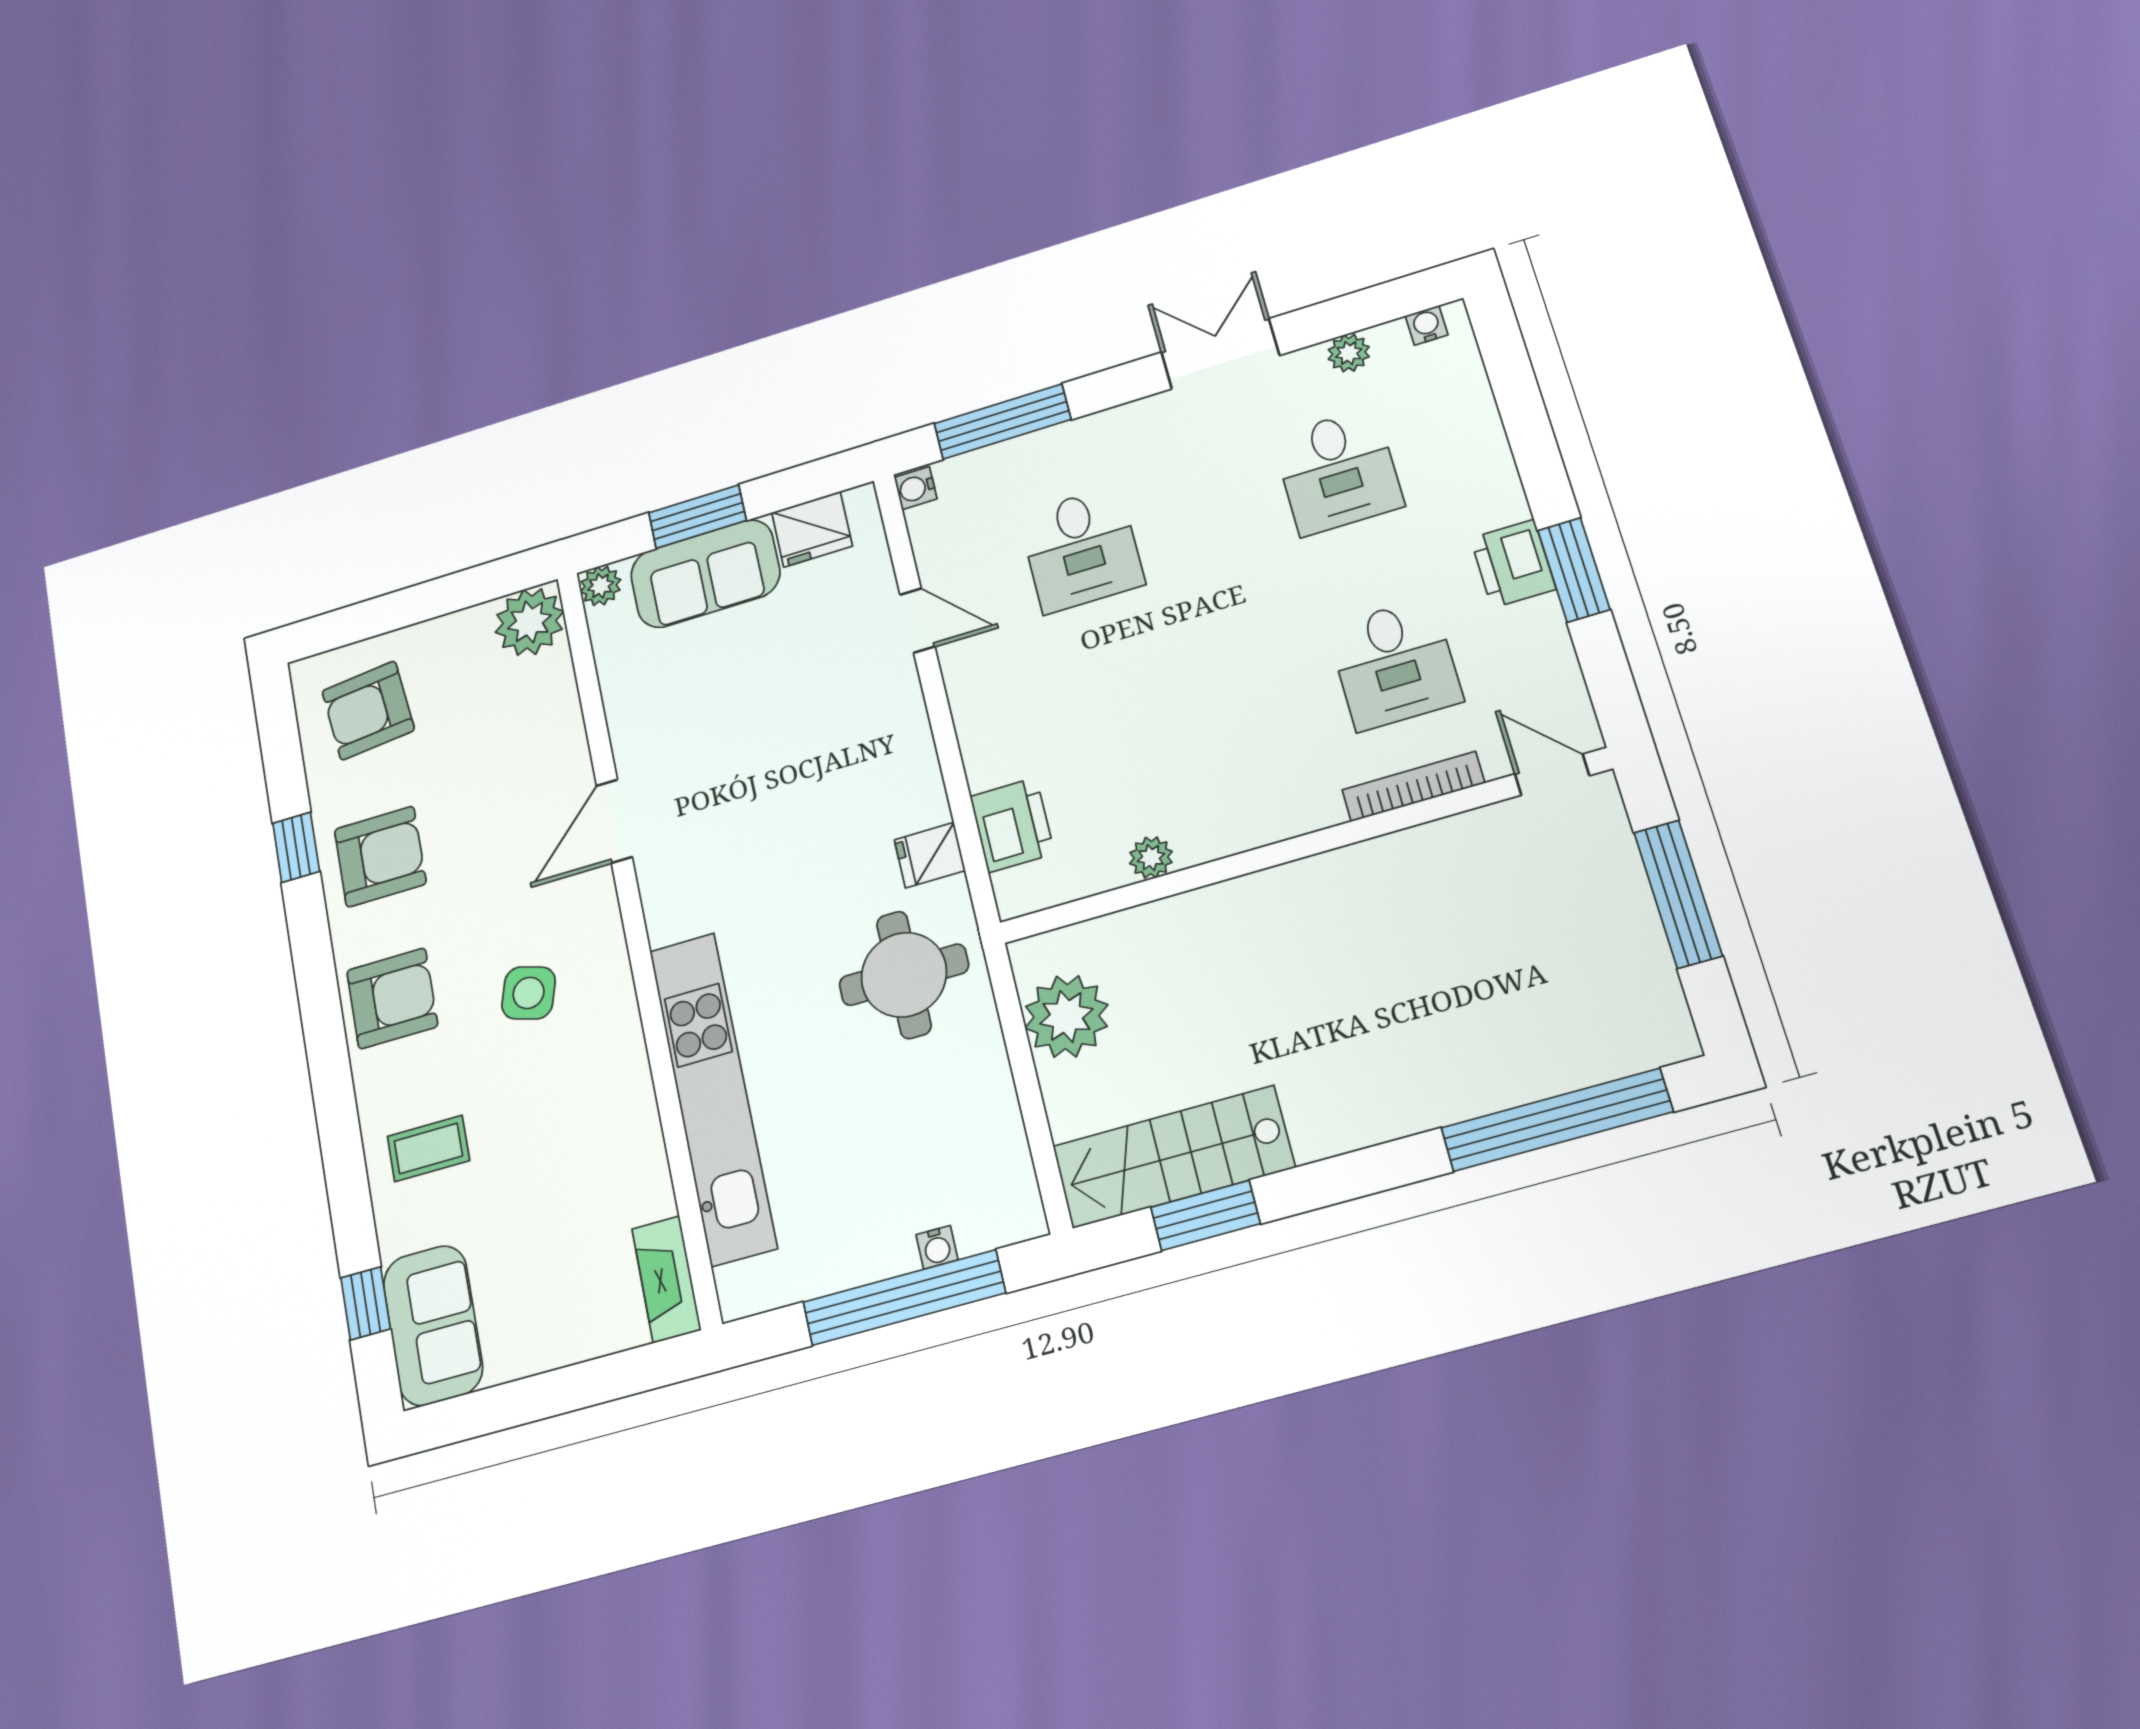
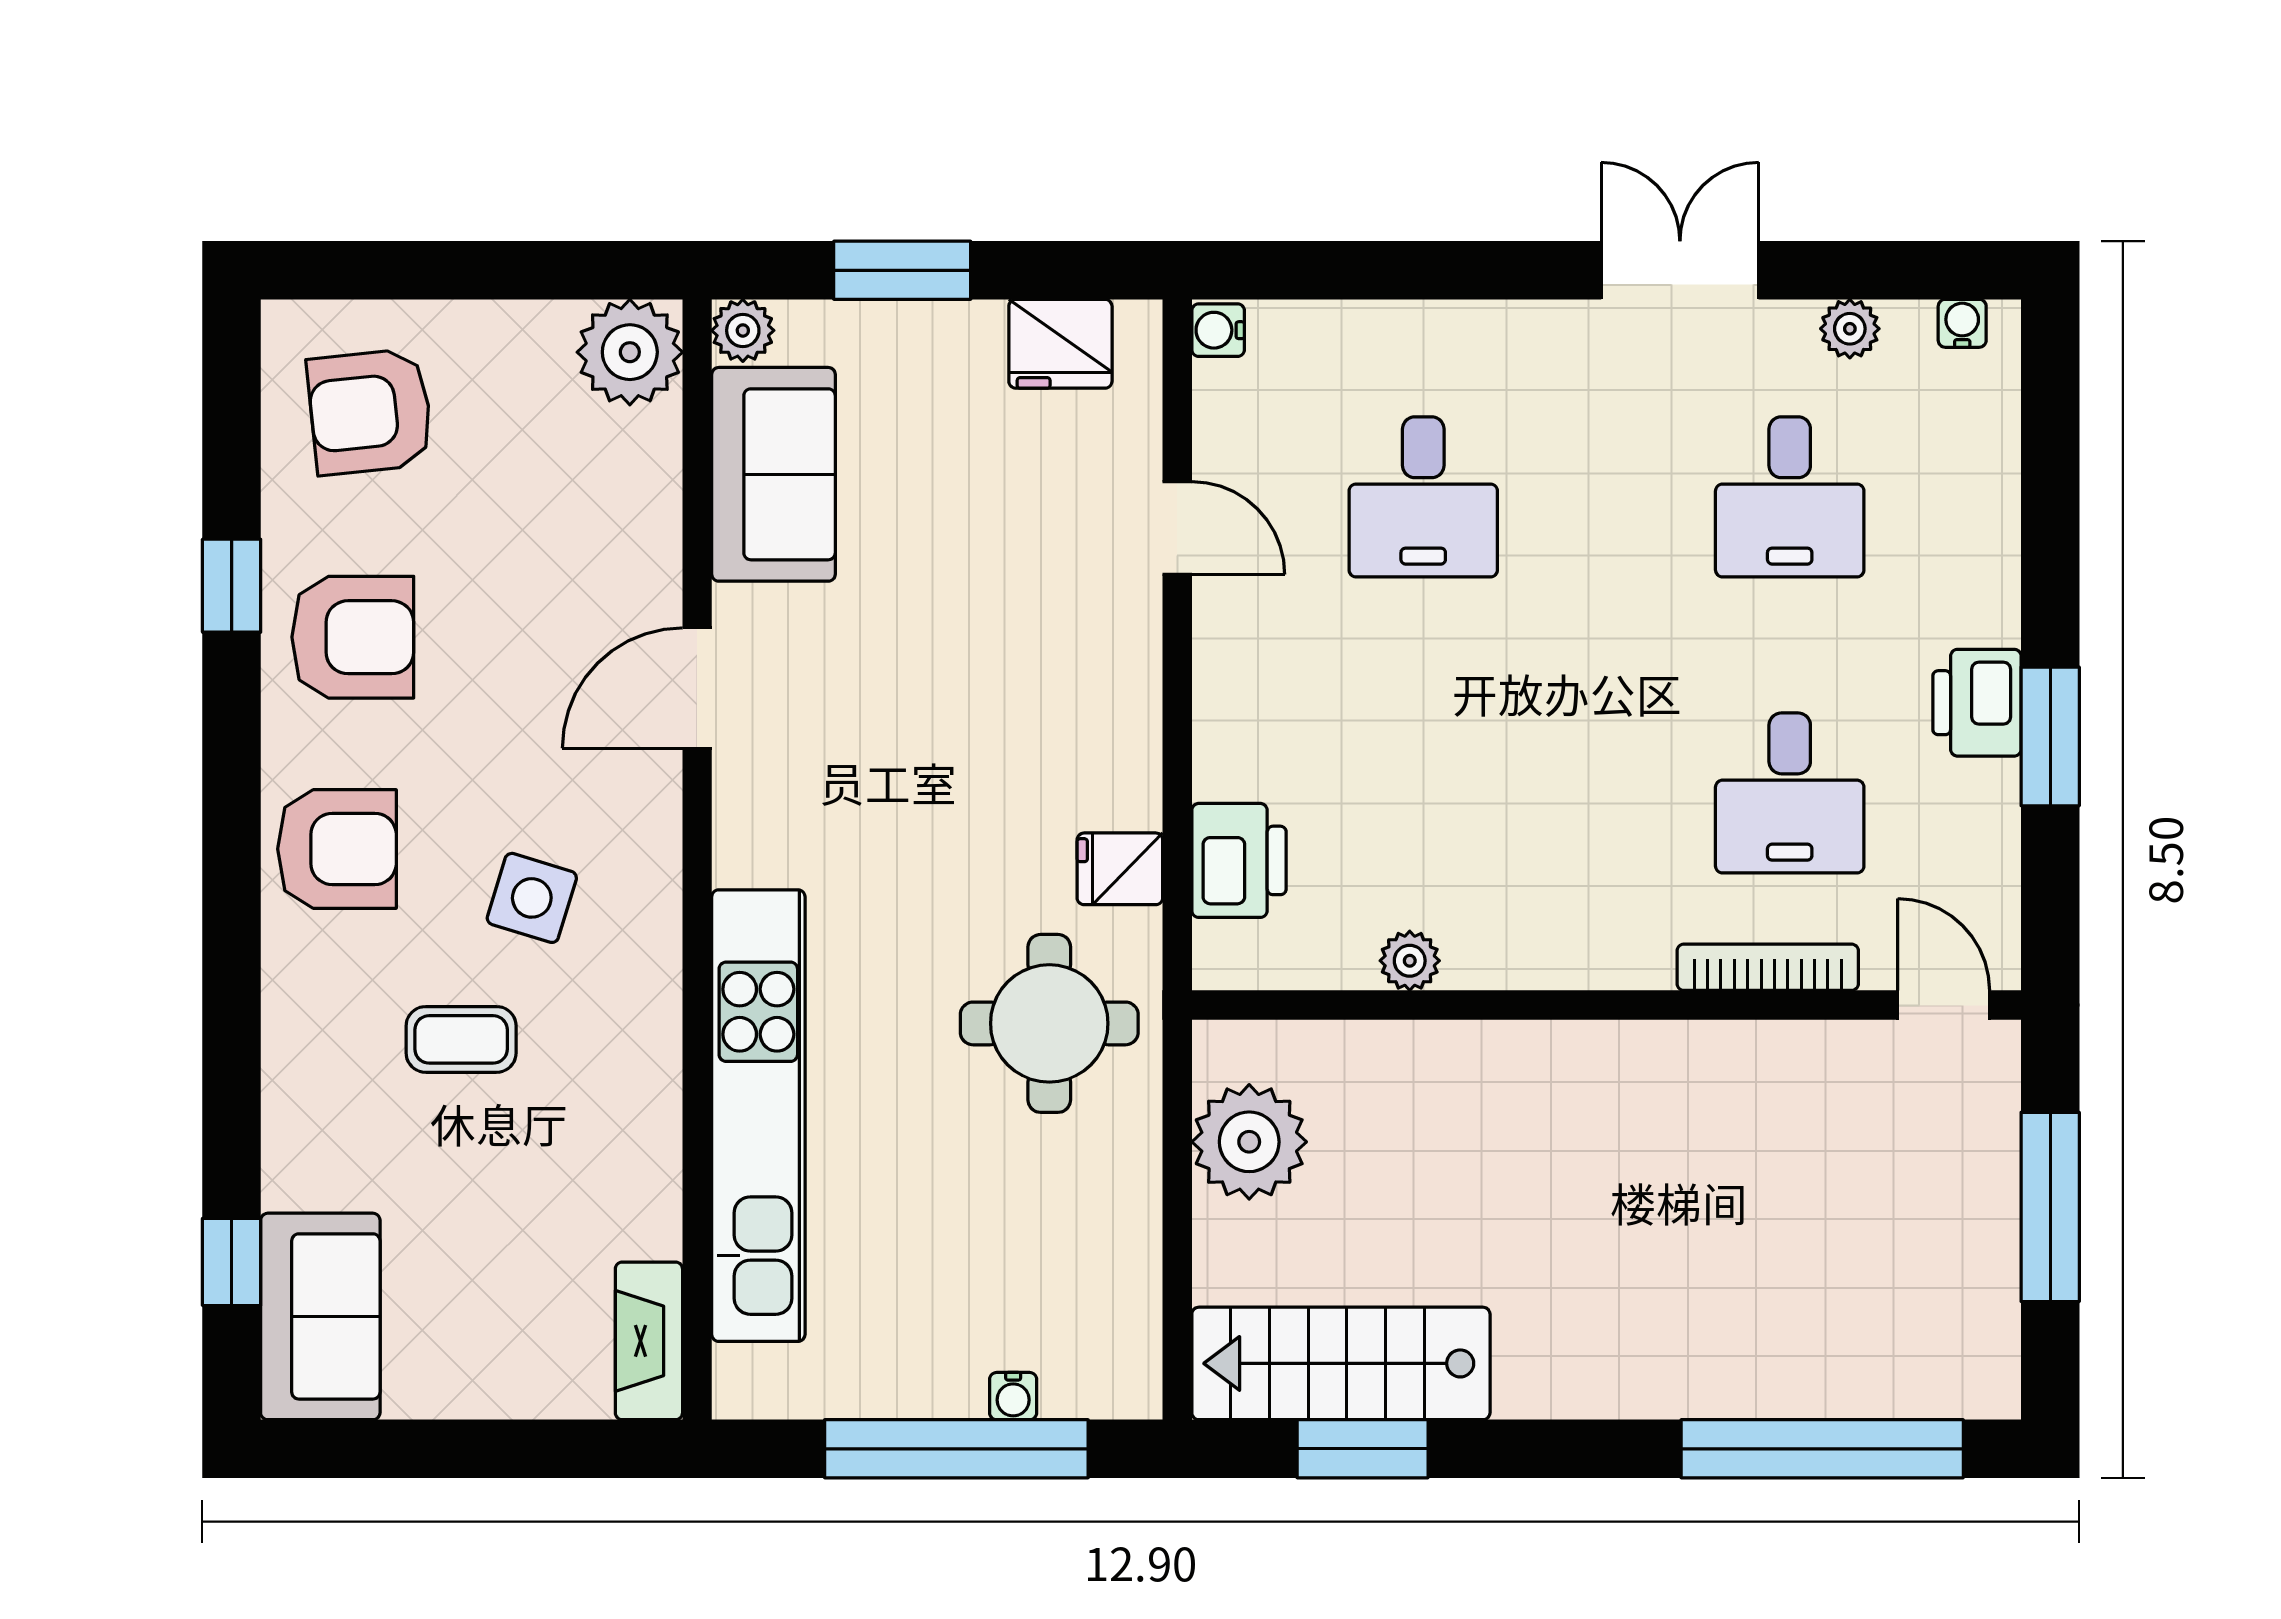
window: (1002, 422) -> (1360, 270), removed
sofa: (705, 574) -> (773, 474), moved, turned -90
coffee table: (428, 1148) -> (461, 1039), moved

